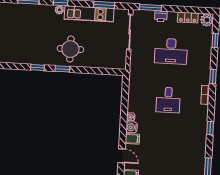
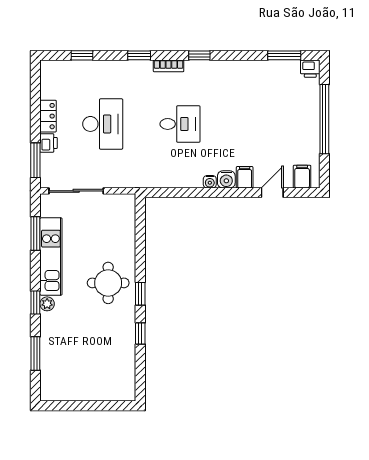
locker: (188, 18) -> (48, 116), moved
plant: (207, 20) -> (50, 70), removed
window: (210, 128) -> (199, 55), moved

